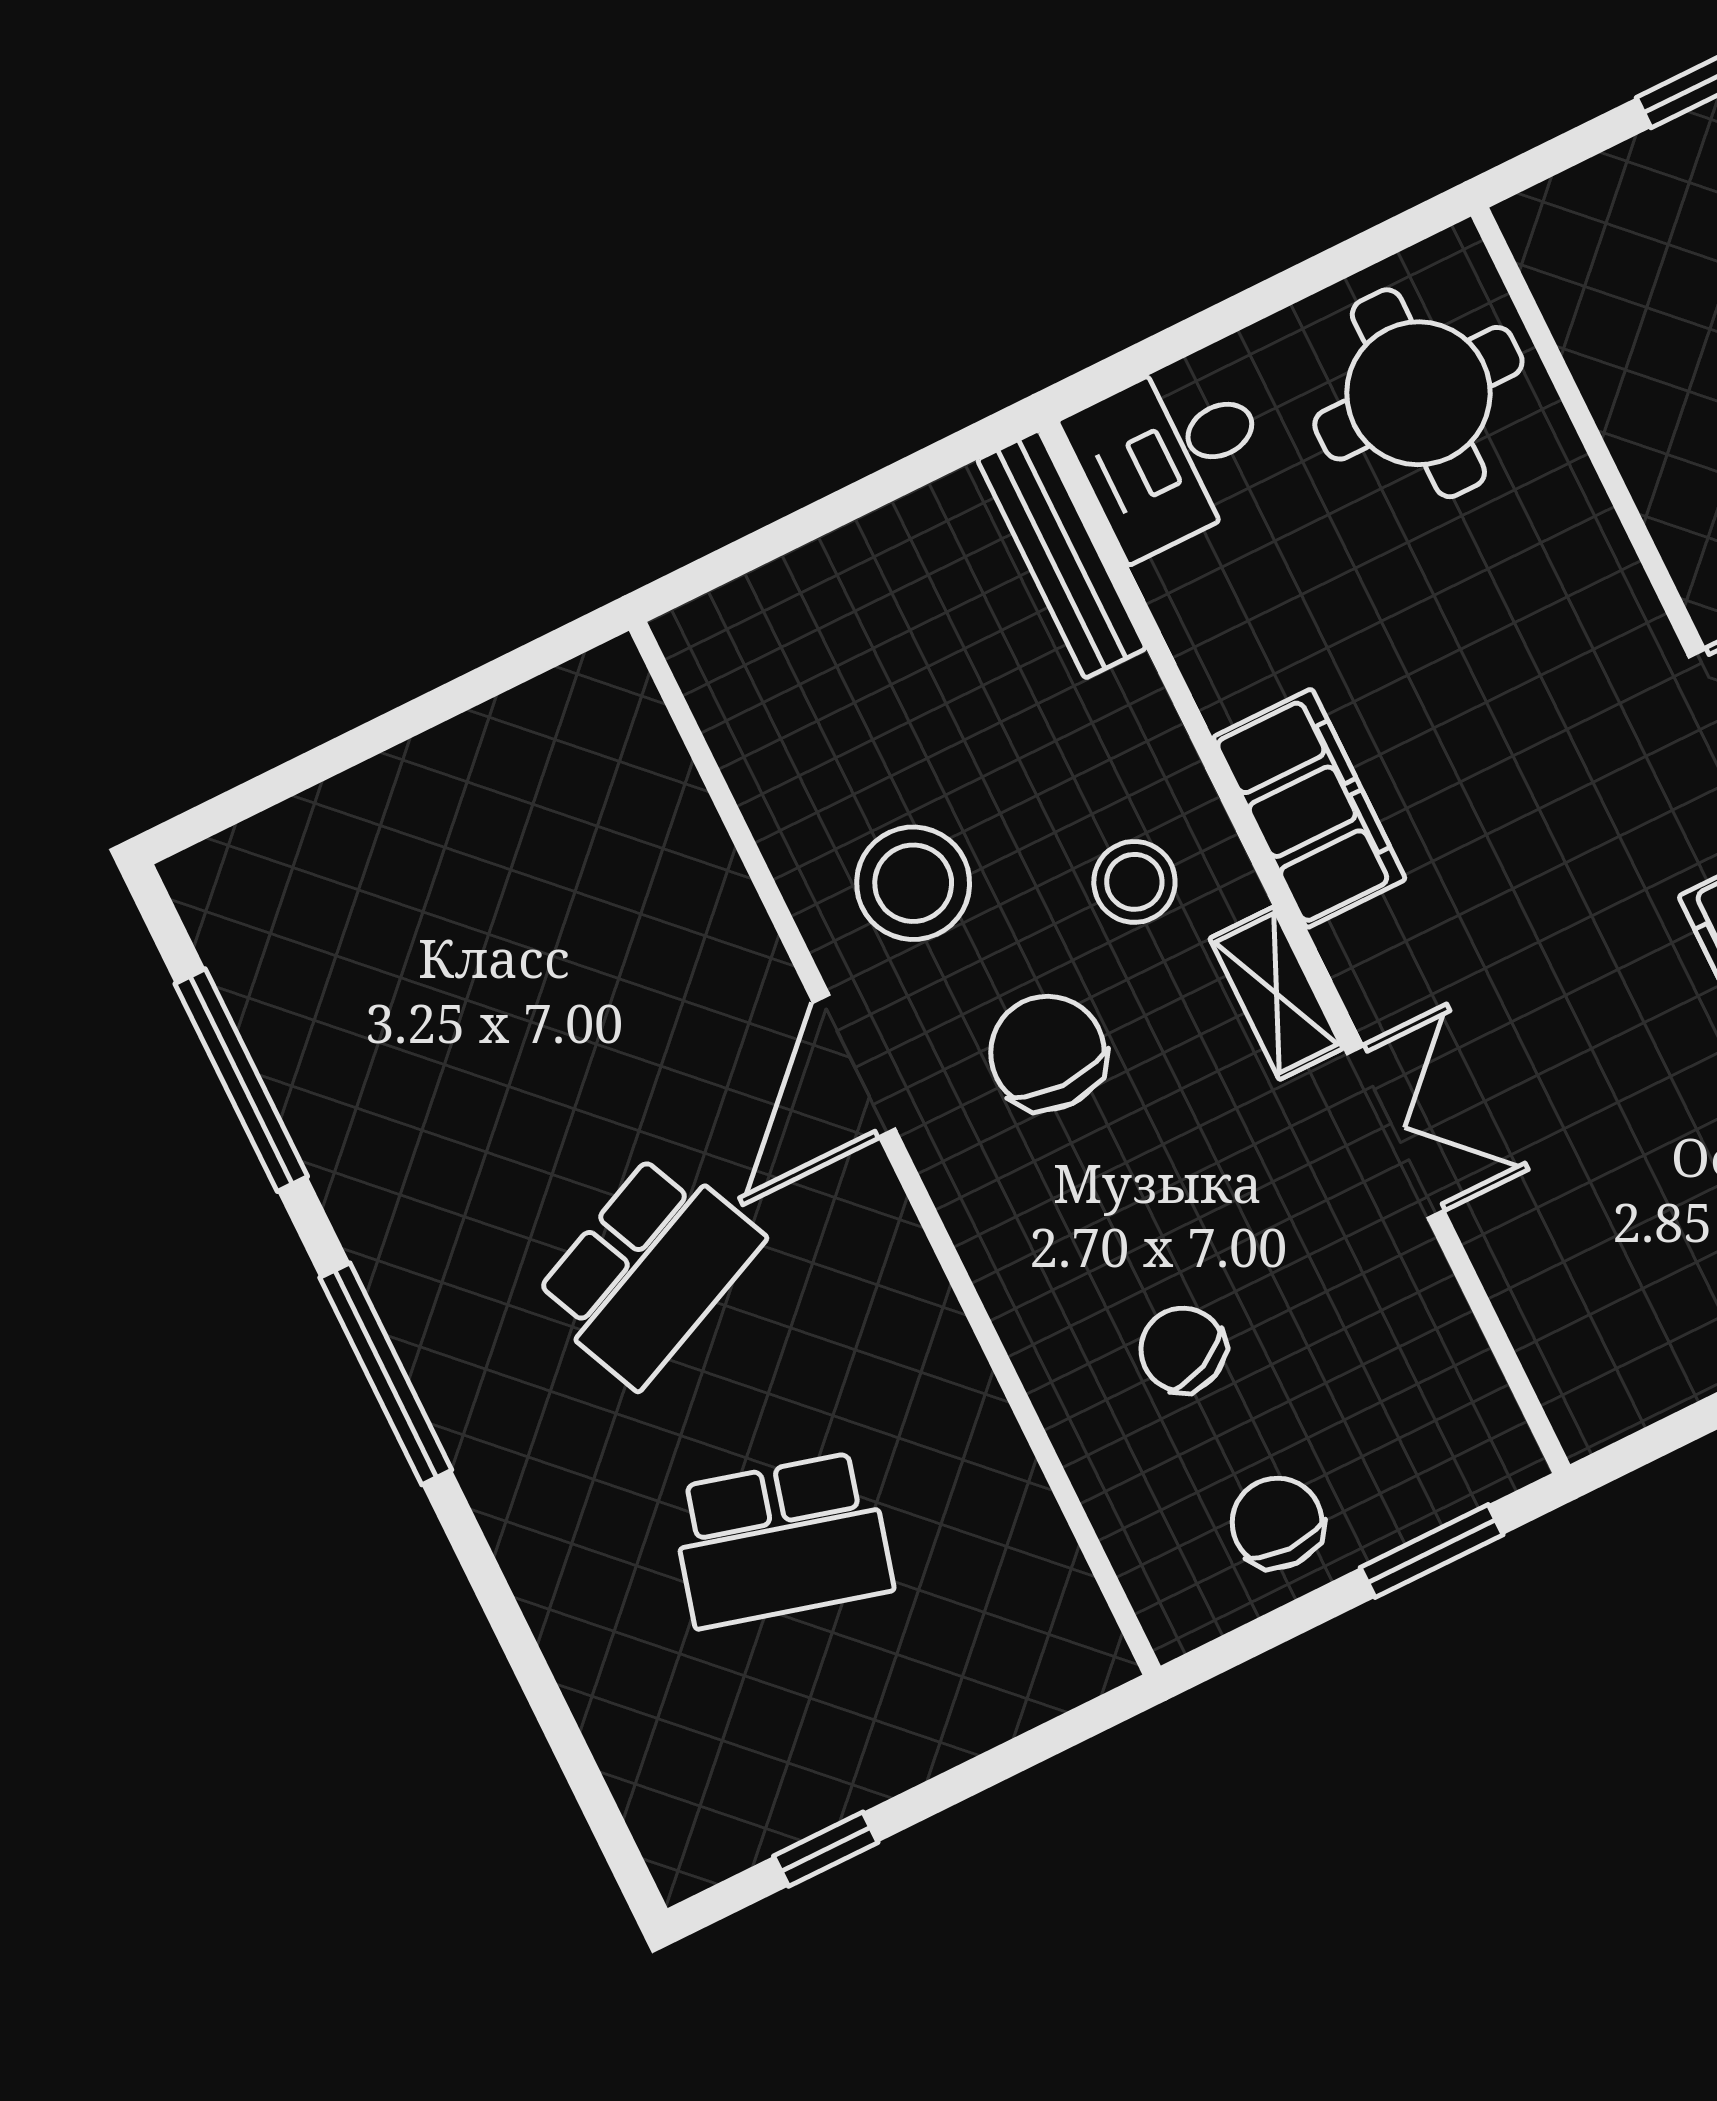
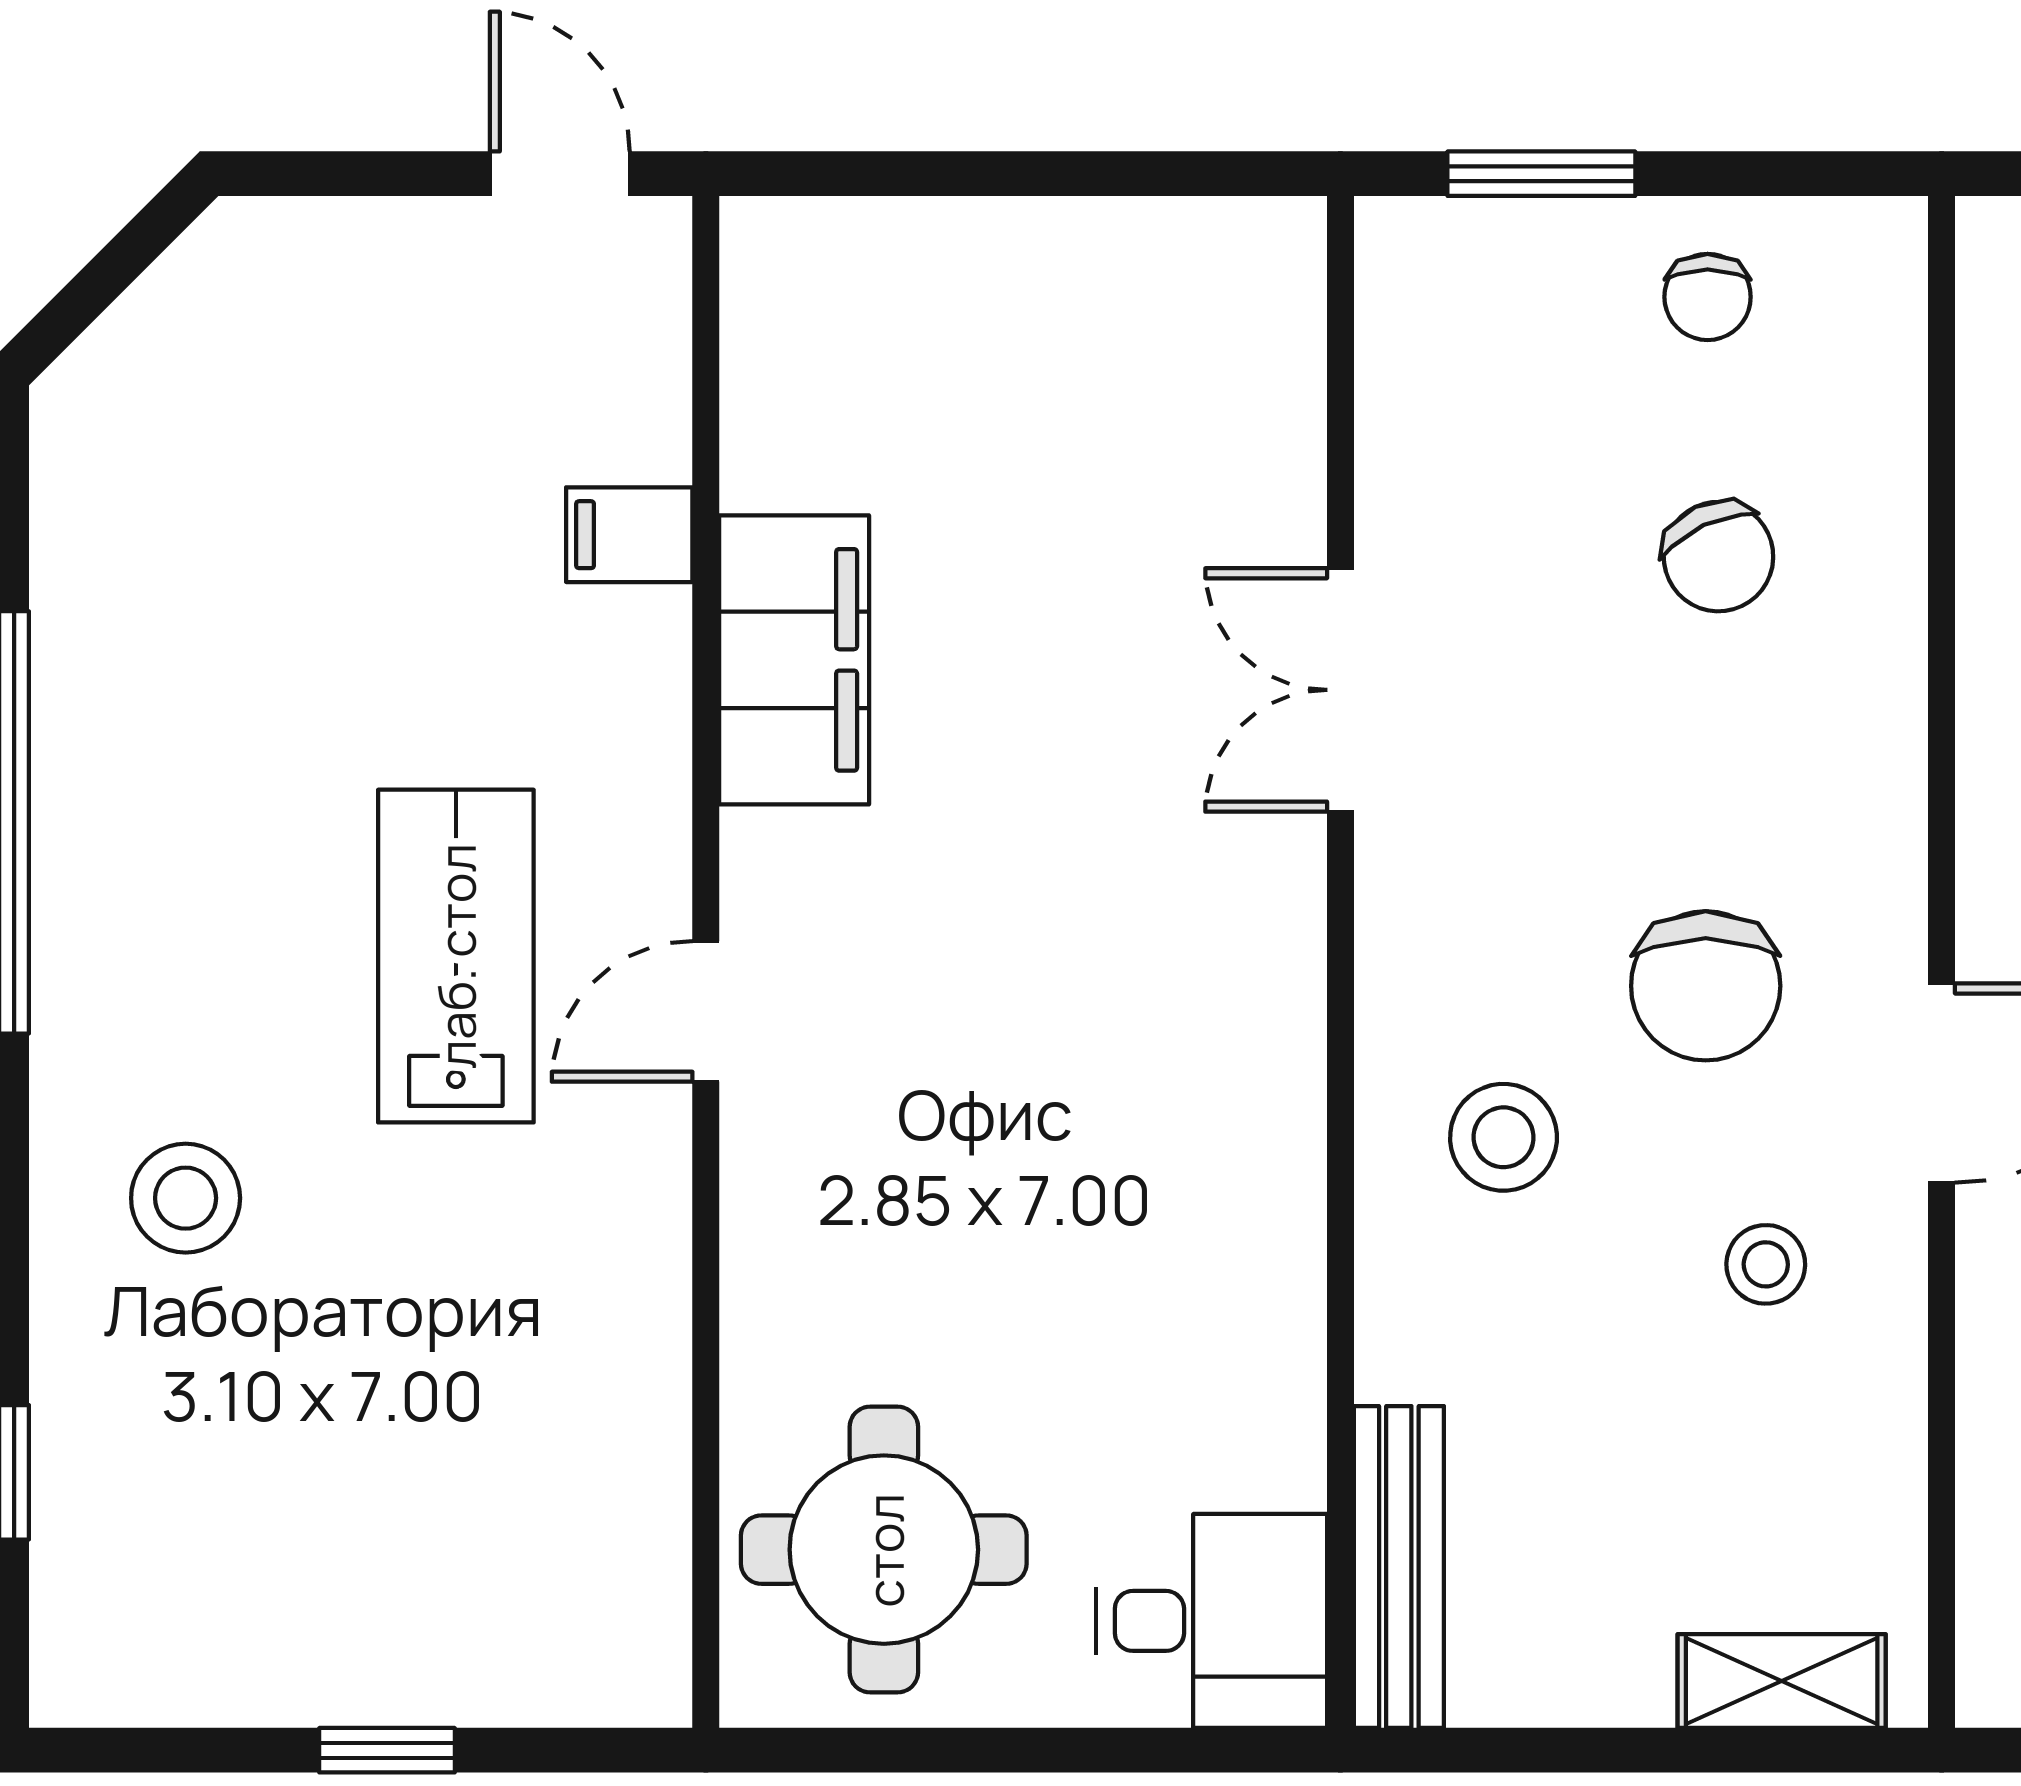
filing cabinet: (1309, 808) -> (1254, 1123), removed
stool: (913, 883) -> (1766, 1264), width x0.53, depth x0.53
shelving: (1276, 993) -> (1782, 1681), moved, turned 90
chair: (1277, 1523) -> (1708, 297), width x0.73, depth x0.73

